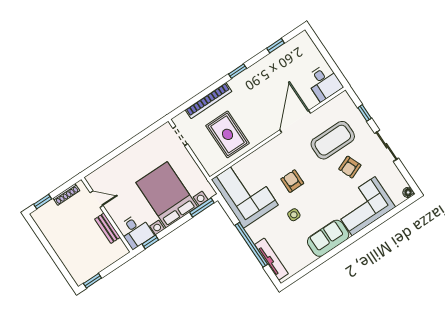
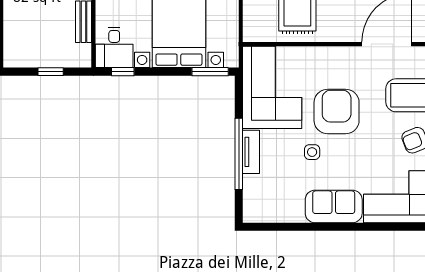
armchair: (292, 181) -> (337, 111), width x1.88, depth x1.88
tv unit: (271, 259) -> (251, 152), moved, width x0.71
window: (92, 281) -> (51, 72), moved

